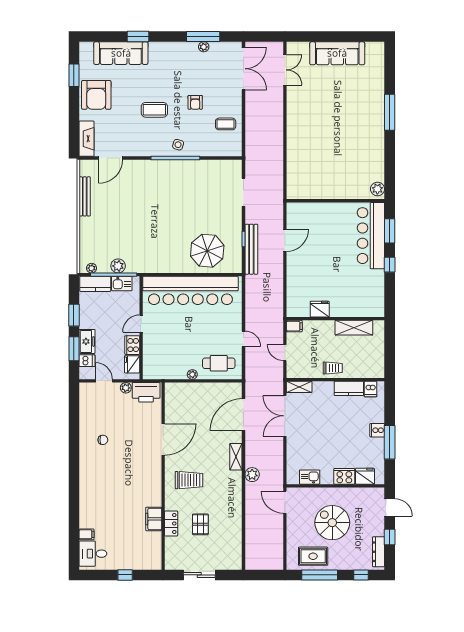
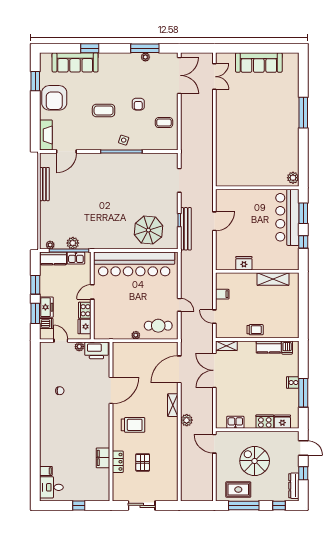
fridge: (320, 309) -> (244, 263), moved
wall: (335, 319) -> (257, 271), moved
shelving: (354, 328) -> (273, 279), moved

